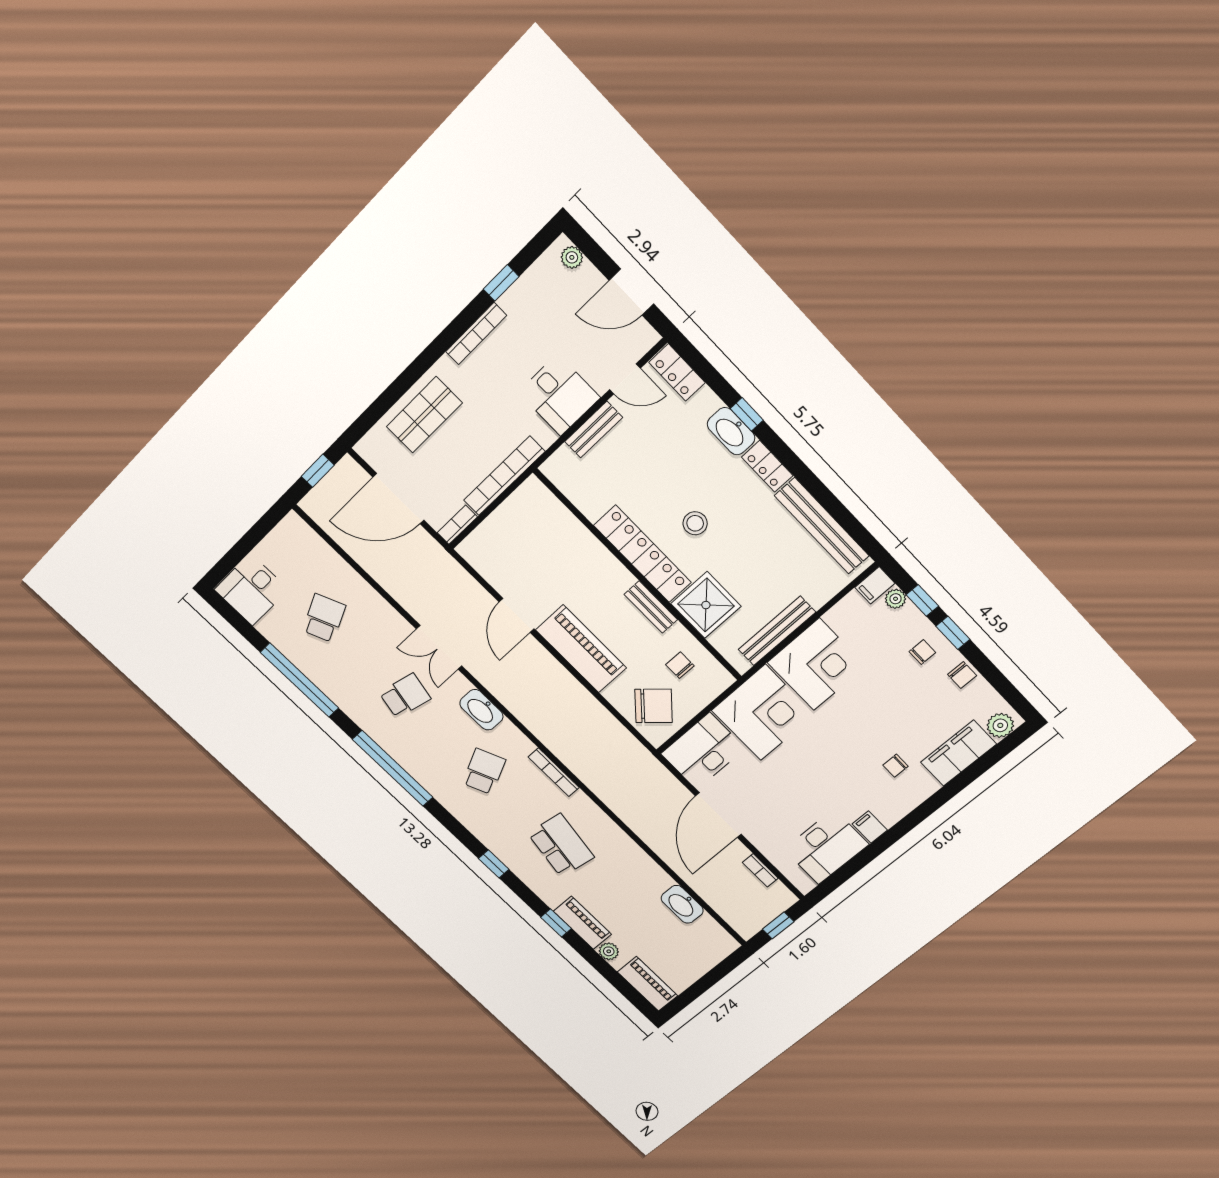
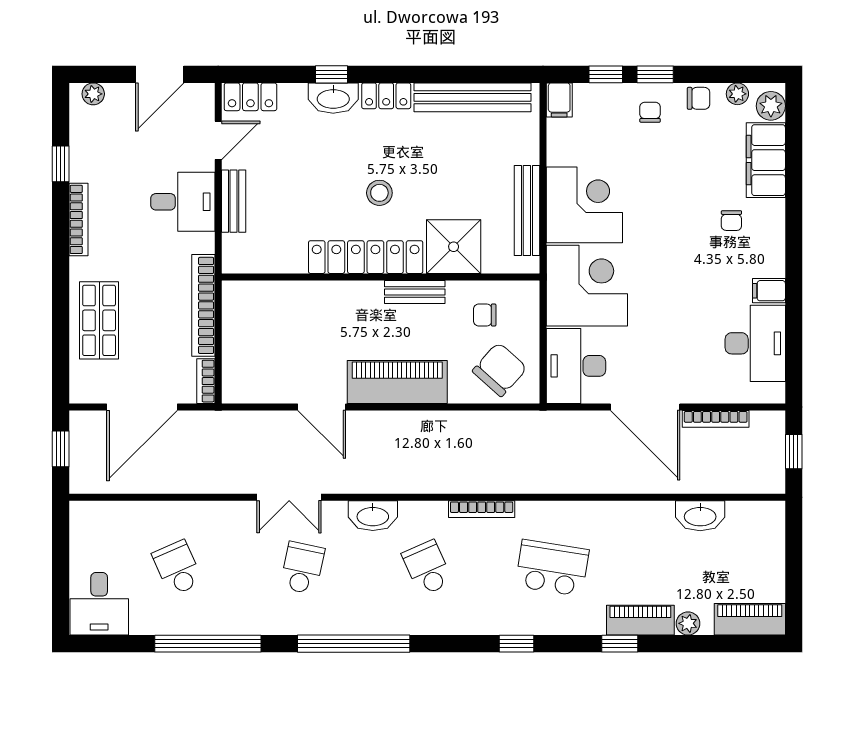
plant: (896, 599) -> (737, 94), moved
bookcase: (760, 870) -> (716, 419), width x1.56

